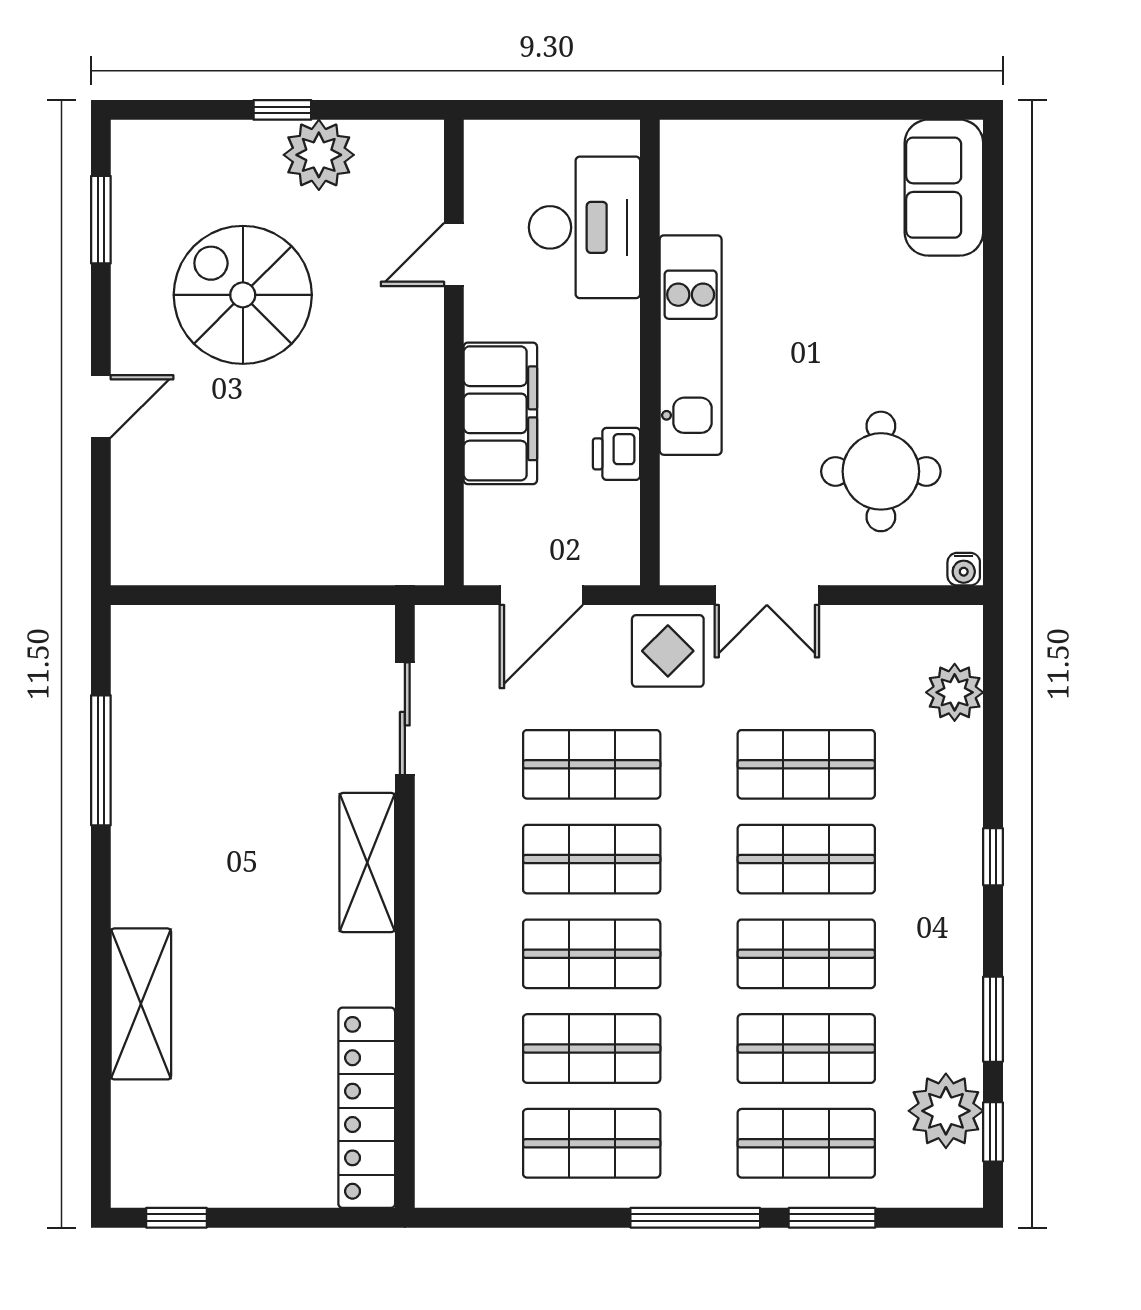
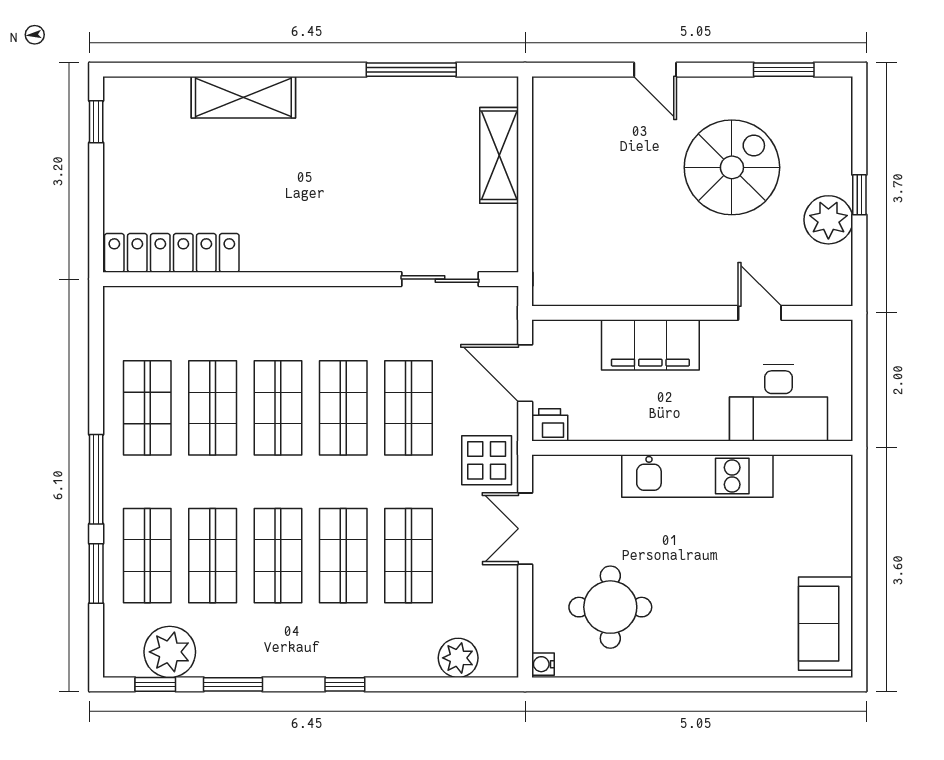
sofa: (944, 188) -> (826, 624), moved, turned -90
printer: (617, 454) -> (550, 425), moved
shelving: (367, 863) -> (499, 155), moved, turned 90

